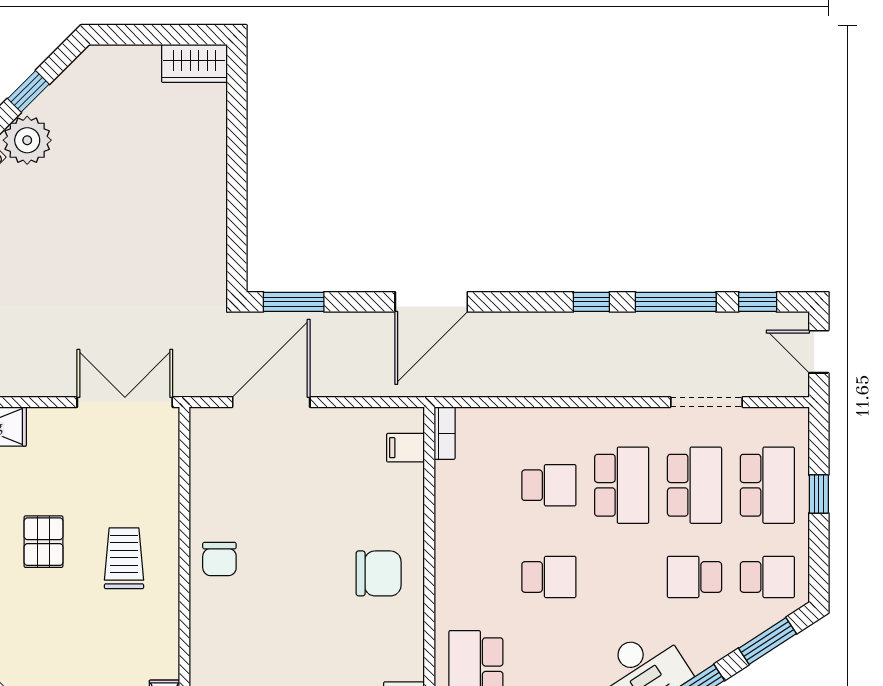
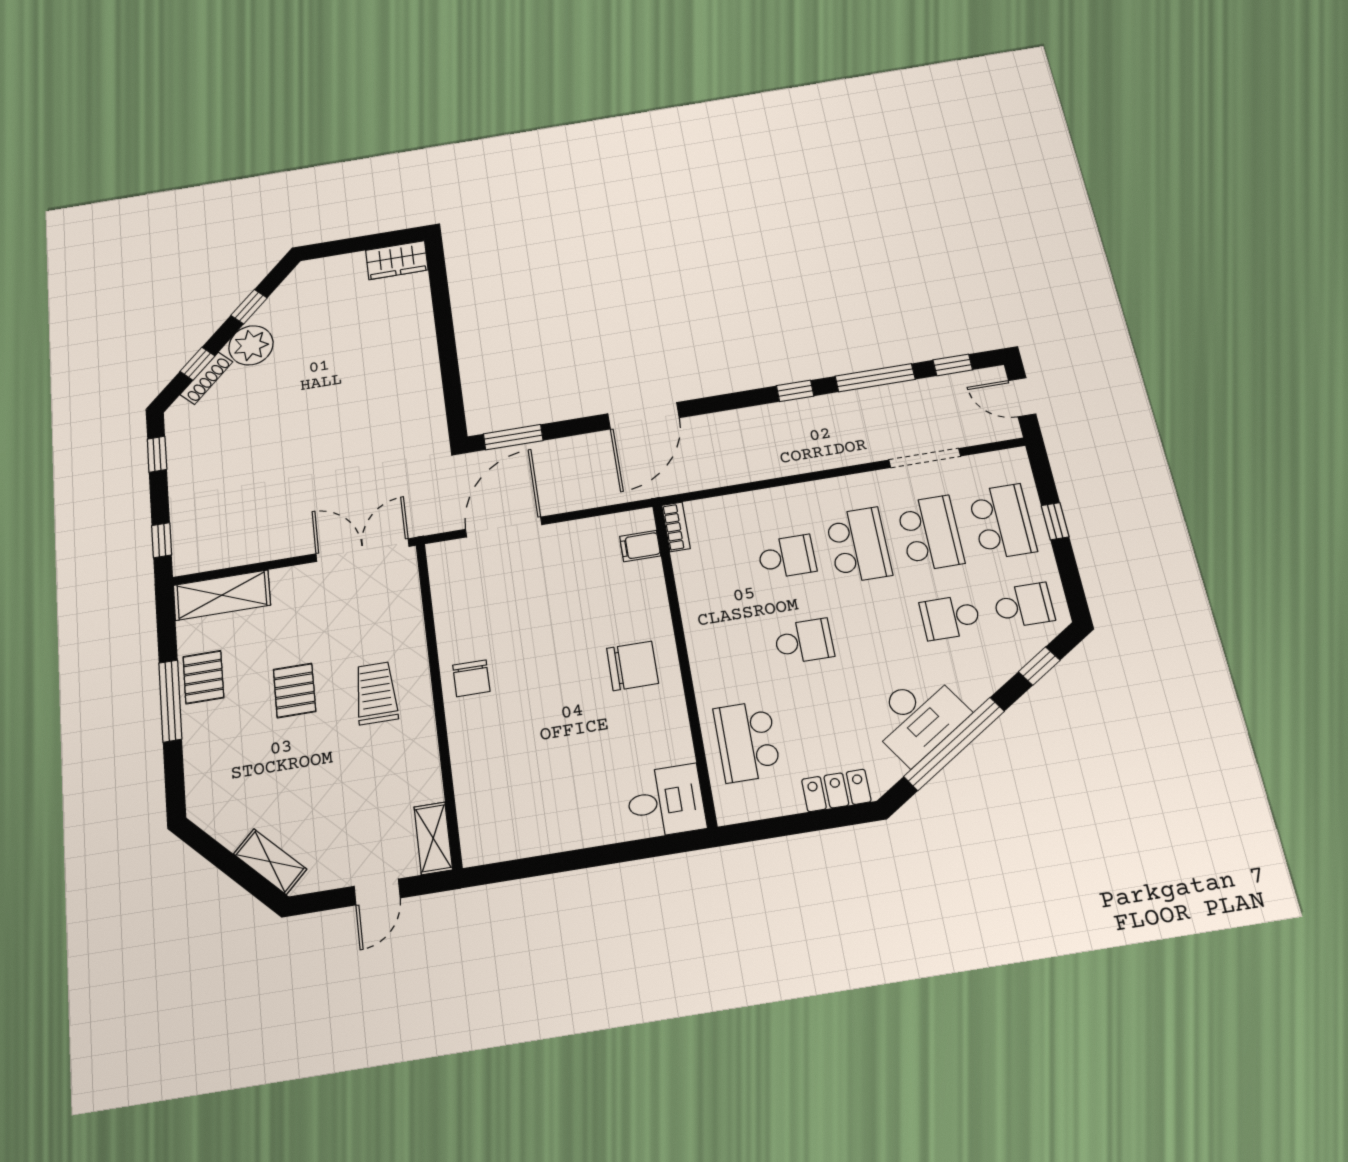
window: (767, 641) -> (1039, 666), width x0.67

